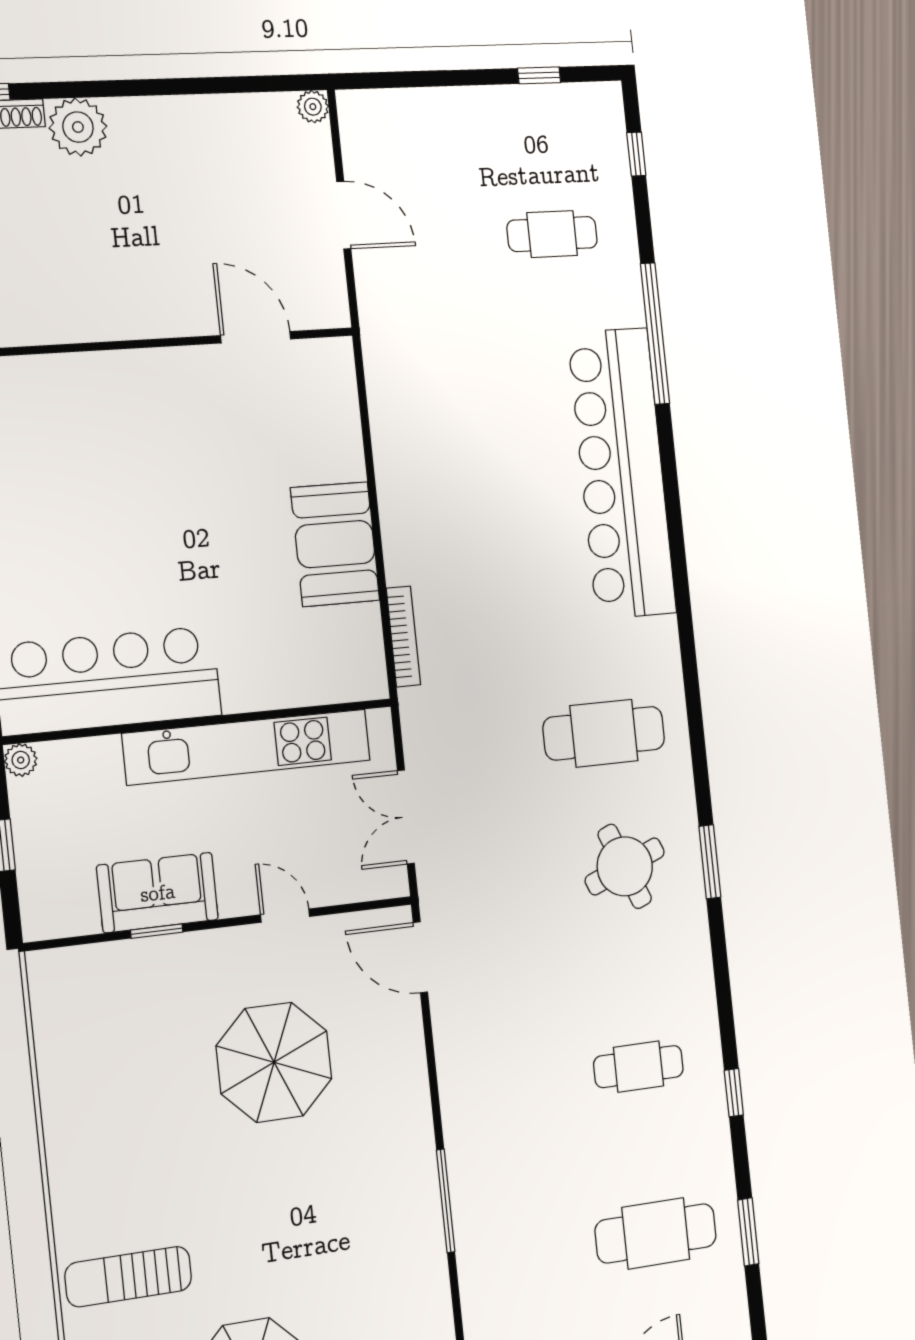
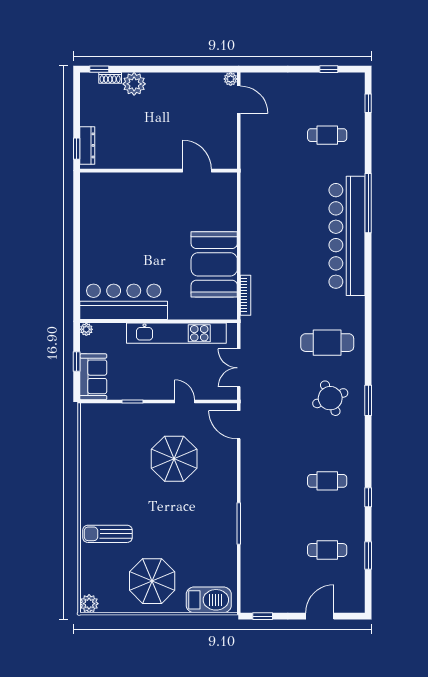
door: (344, 215) -> (239, 100), moved
window: (655, 333) -> (368, 203), moved
booth: (335, 544) -> (214, 264), width x1.36, depth x1.42
sofa: (158, 893) -> (93, 377), moved, turned 90
cafe table: (656, 1233) -> (327, 550), width x0.73, depth x0.74

